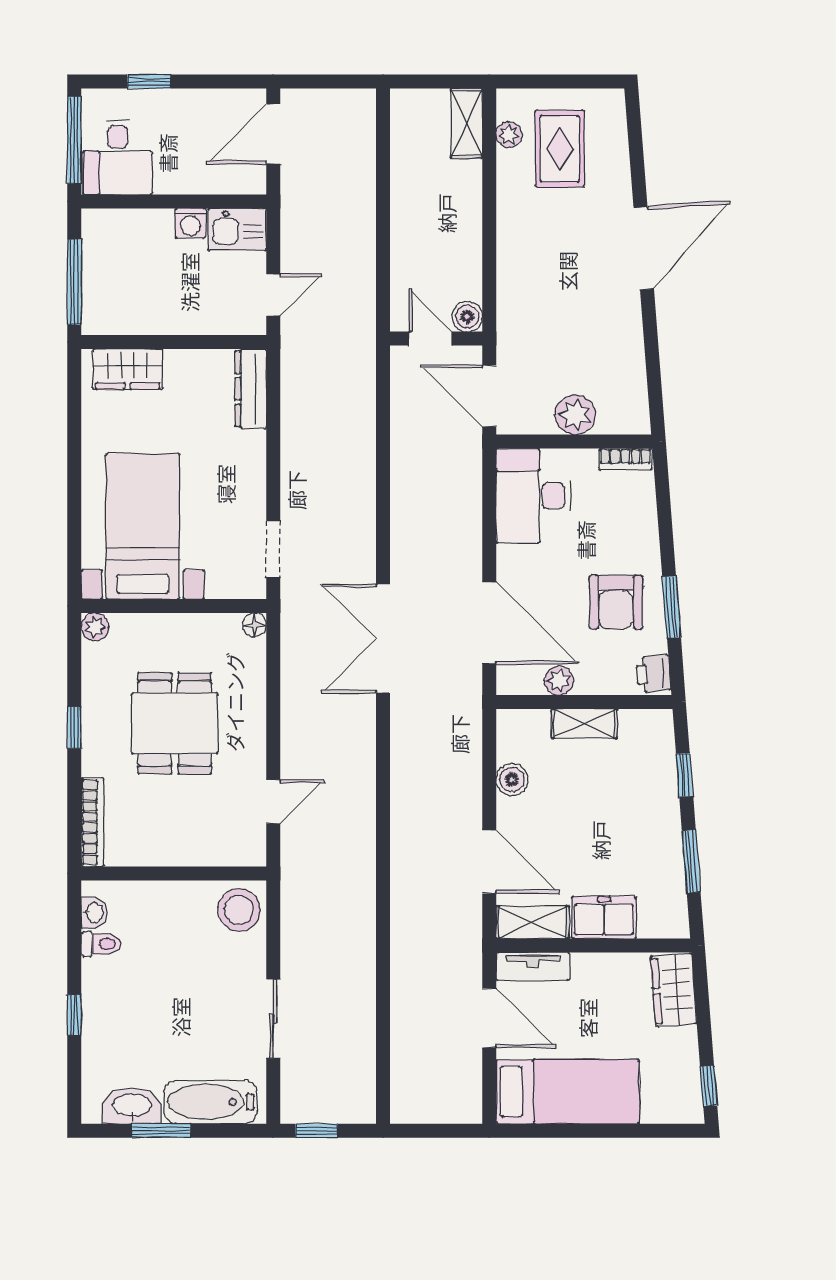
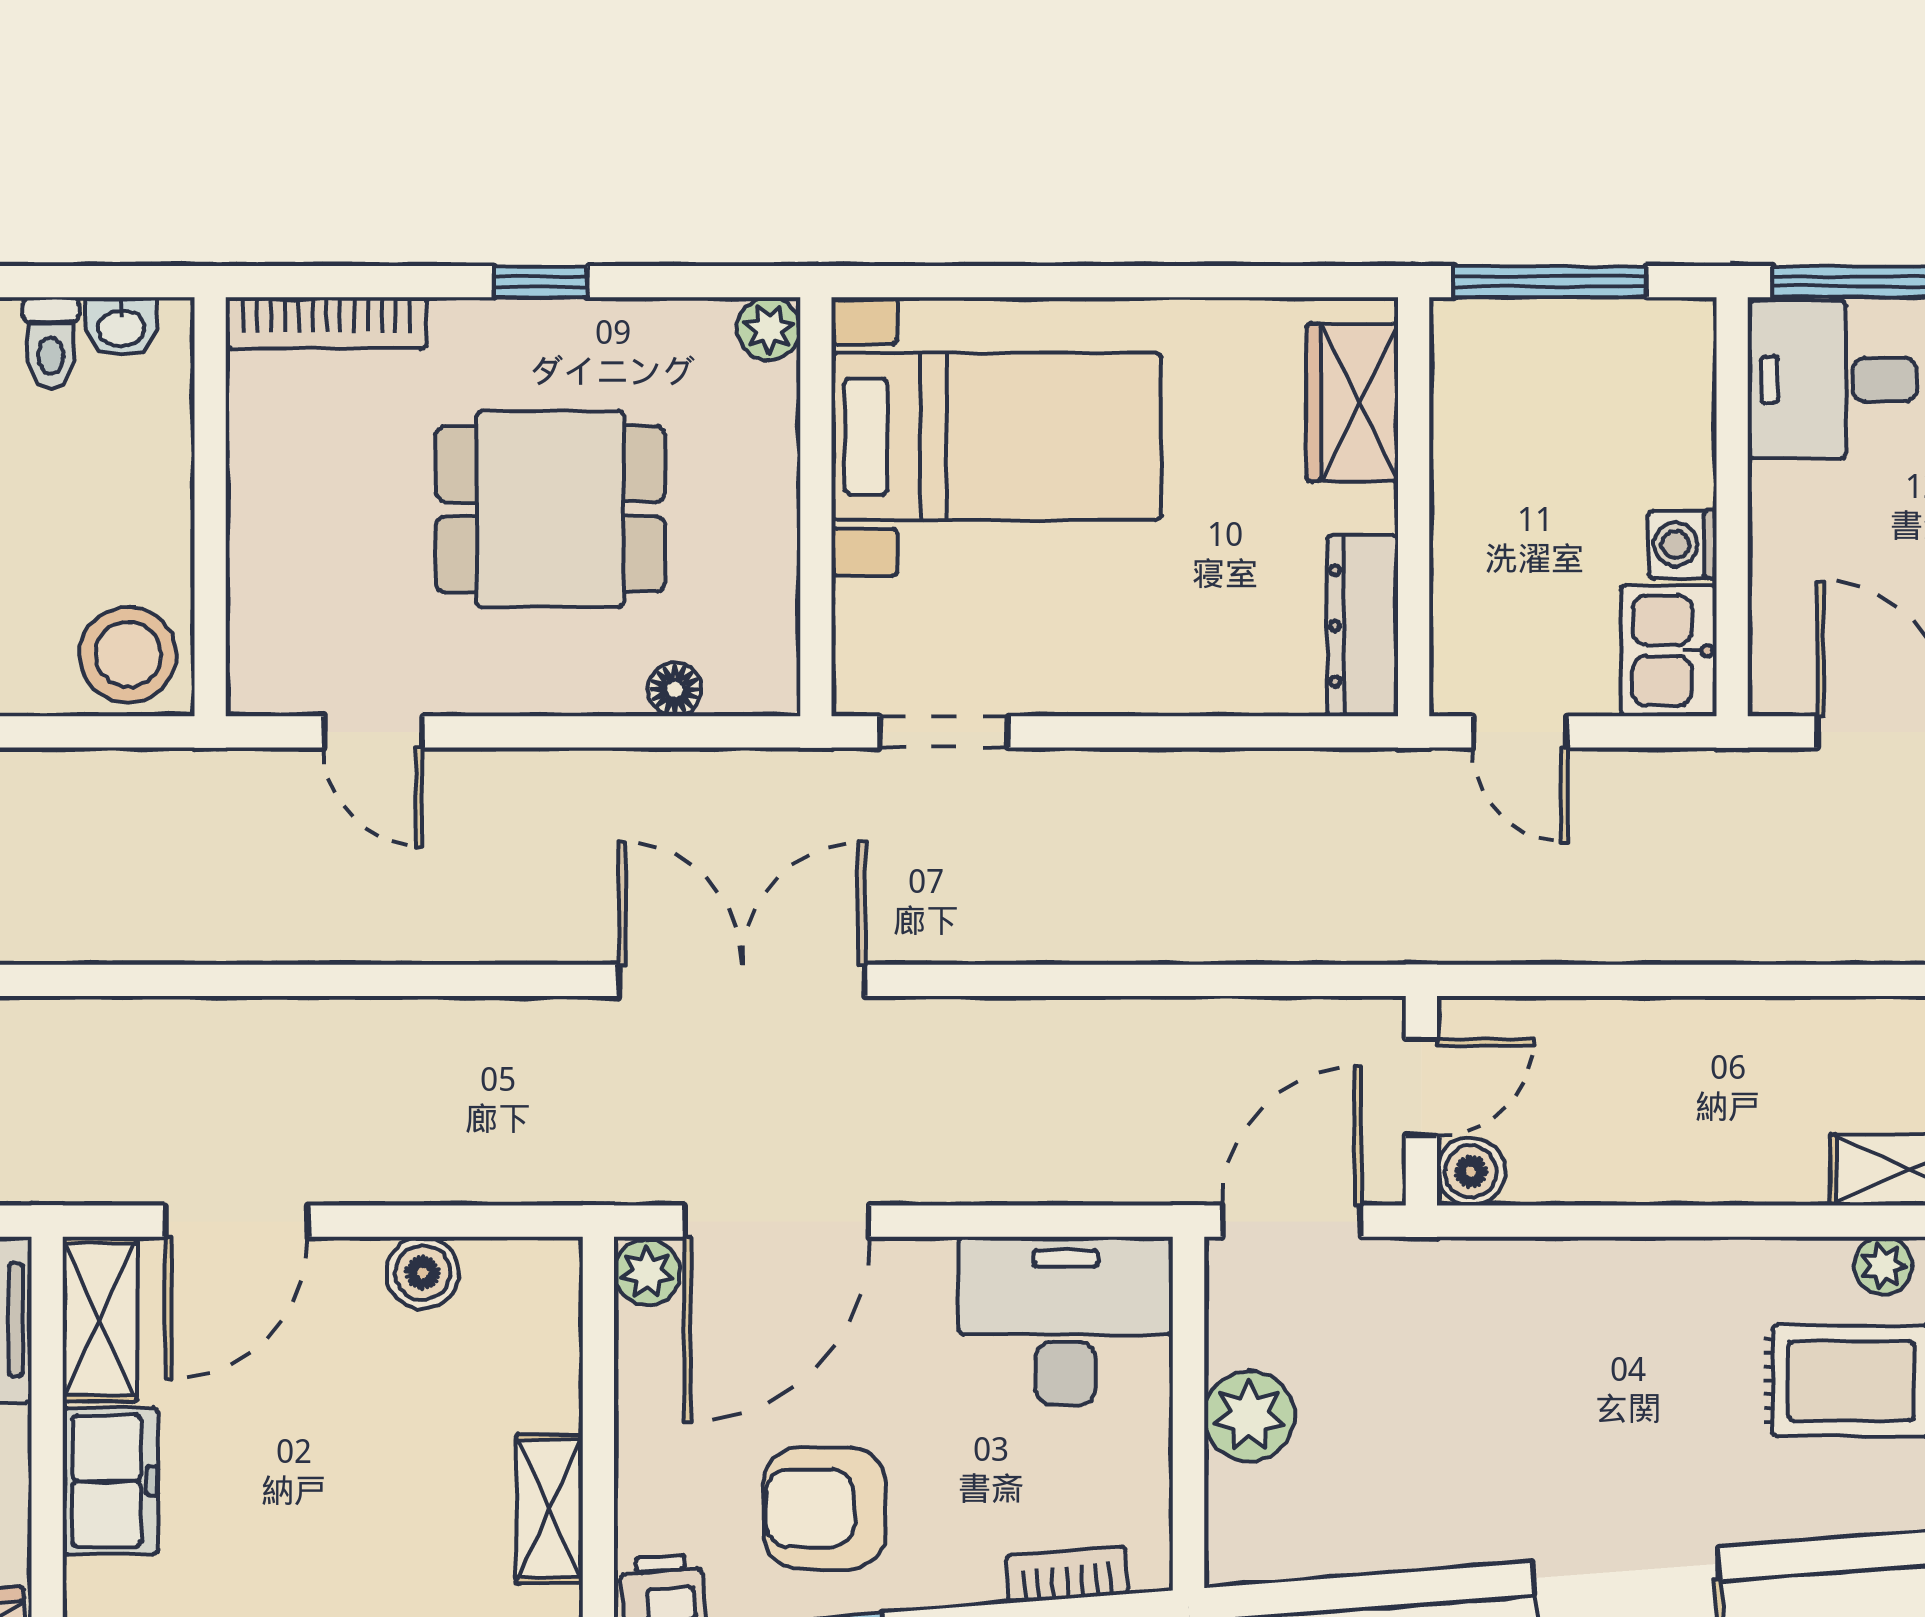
dresser: (251, 389) -> (1363, 626), moved, turned -90
bookcase: (625, 459) -> (1067, 1575), moved, turned 86
floor lamp: (254, 625) -> (675, 689), moved
plant: (559, 681) -> (647, 1272), moved
shelving: (584, 724) -> (549, 1509), moved

